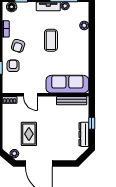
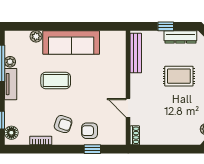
sofa: (67, 84) -> (71, 43), moved, turned -90
door: (30, 95) -> (128, 108), swing flipped
rug: (29, 134) -> (179, 76), moved

